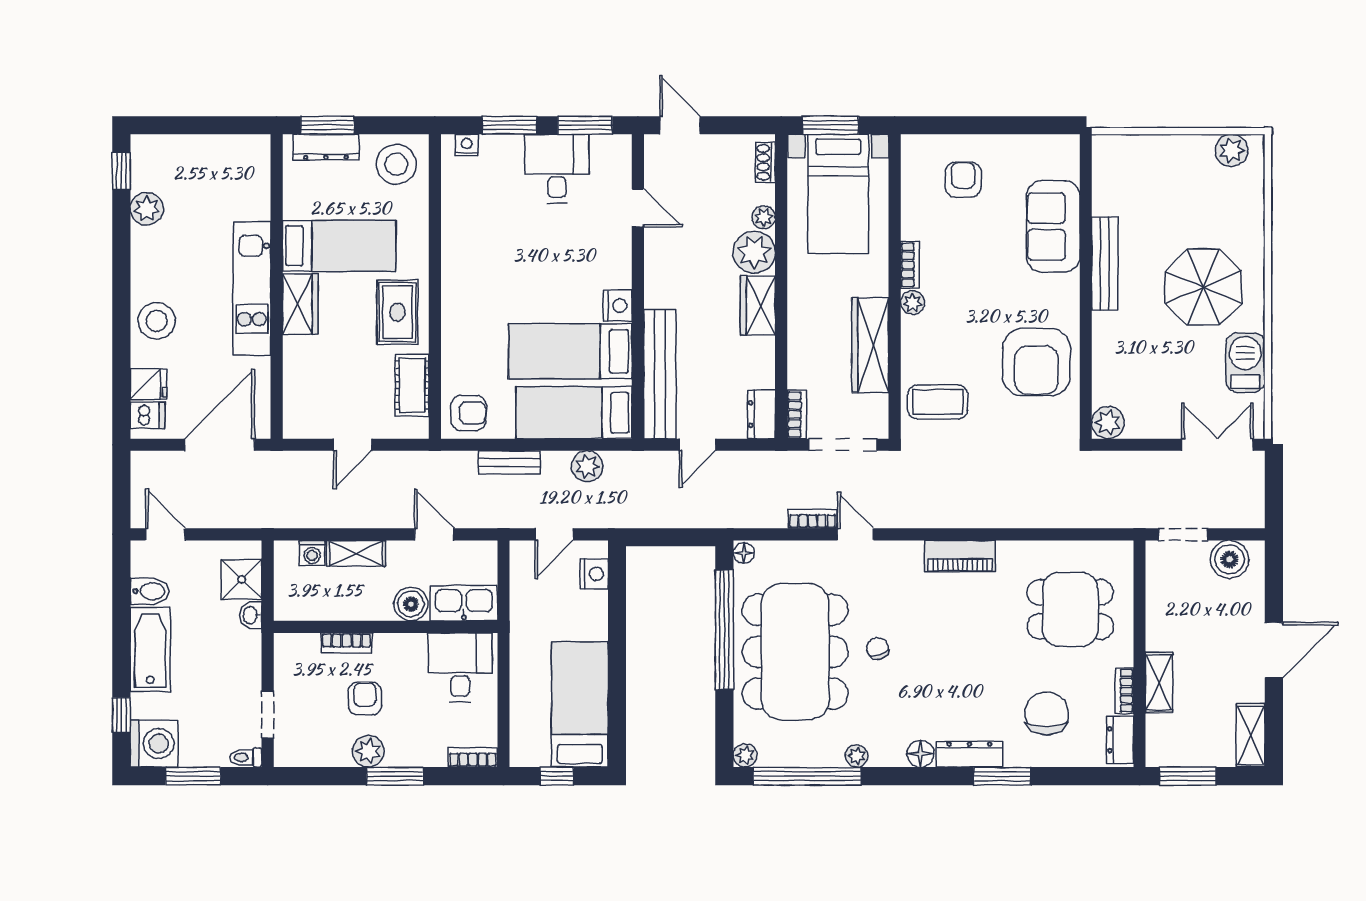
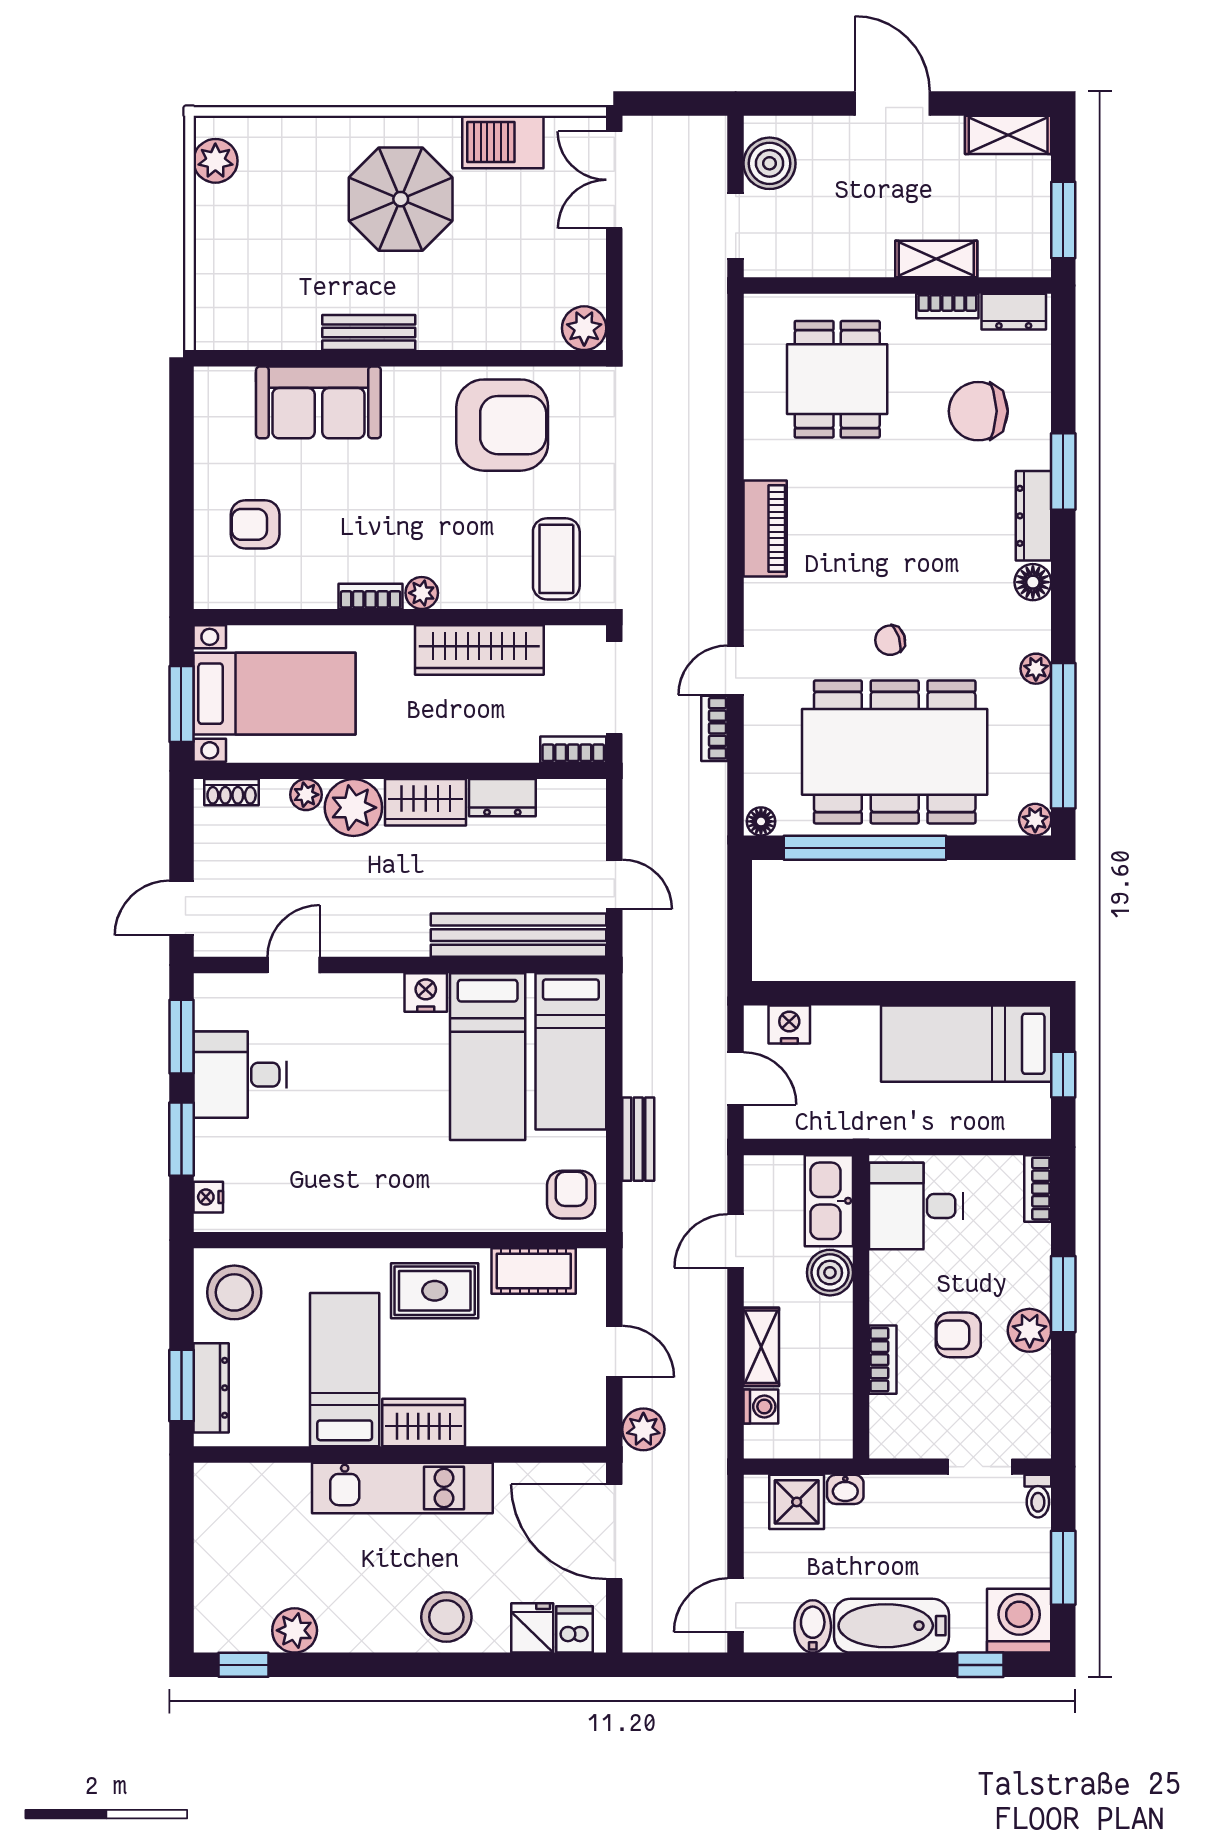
bench: (1105, 264) -> (369, 332), width x0.73
dresser: (761, 414) -> (502, 798), moved
plant: (587, 466) -> (643, 1429), moved

